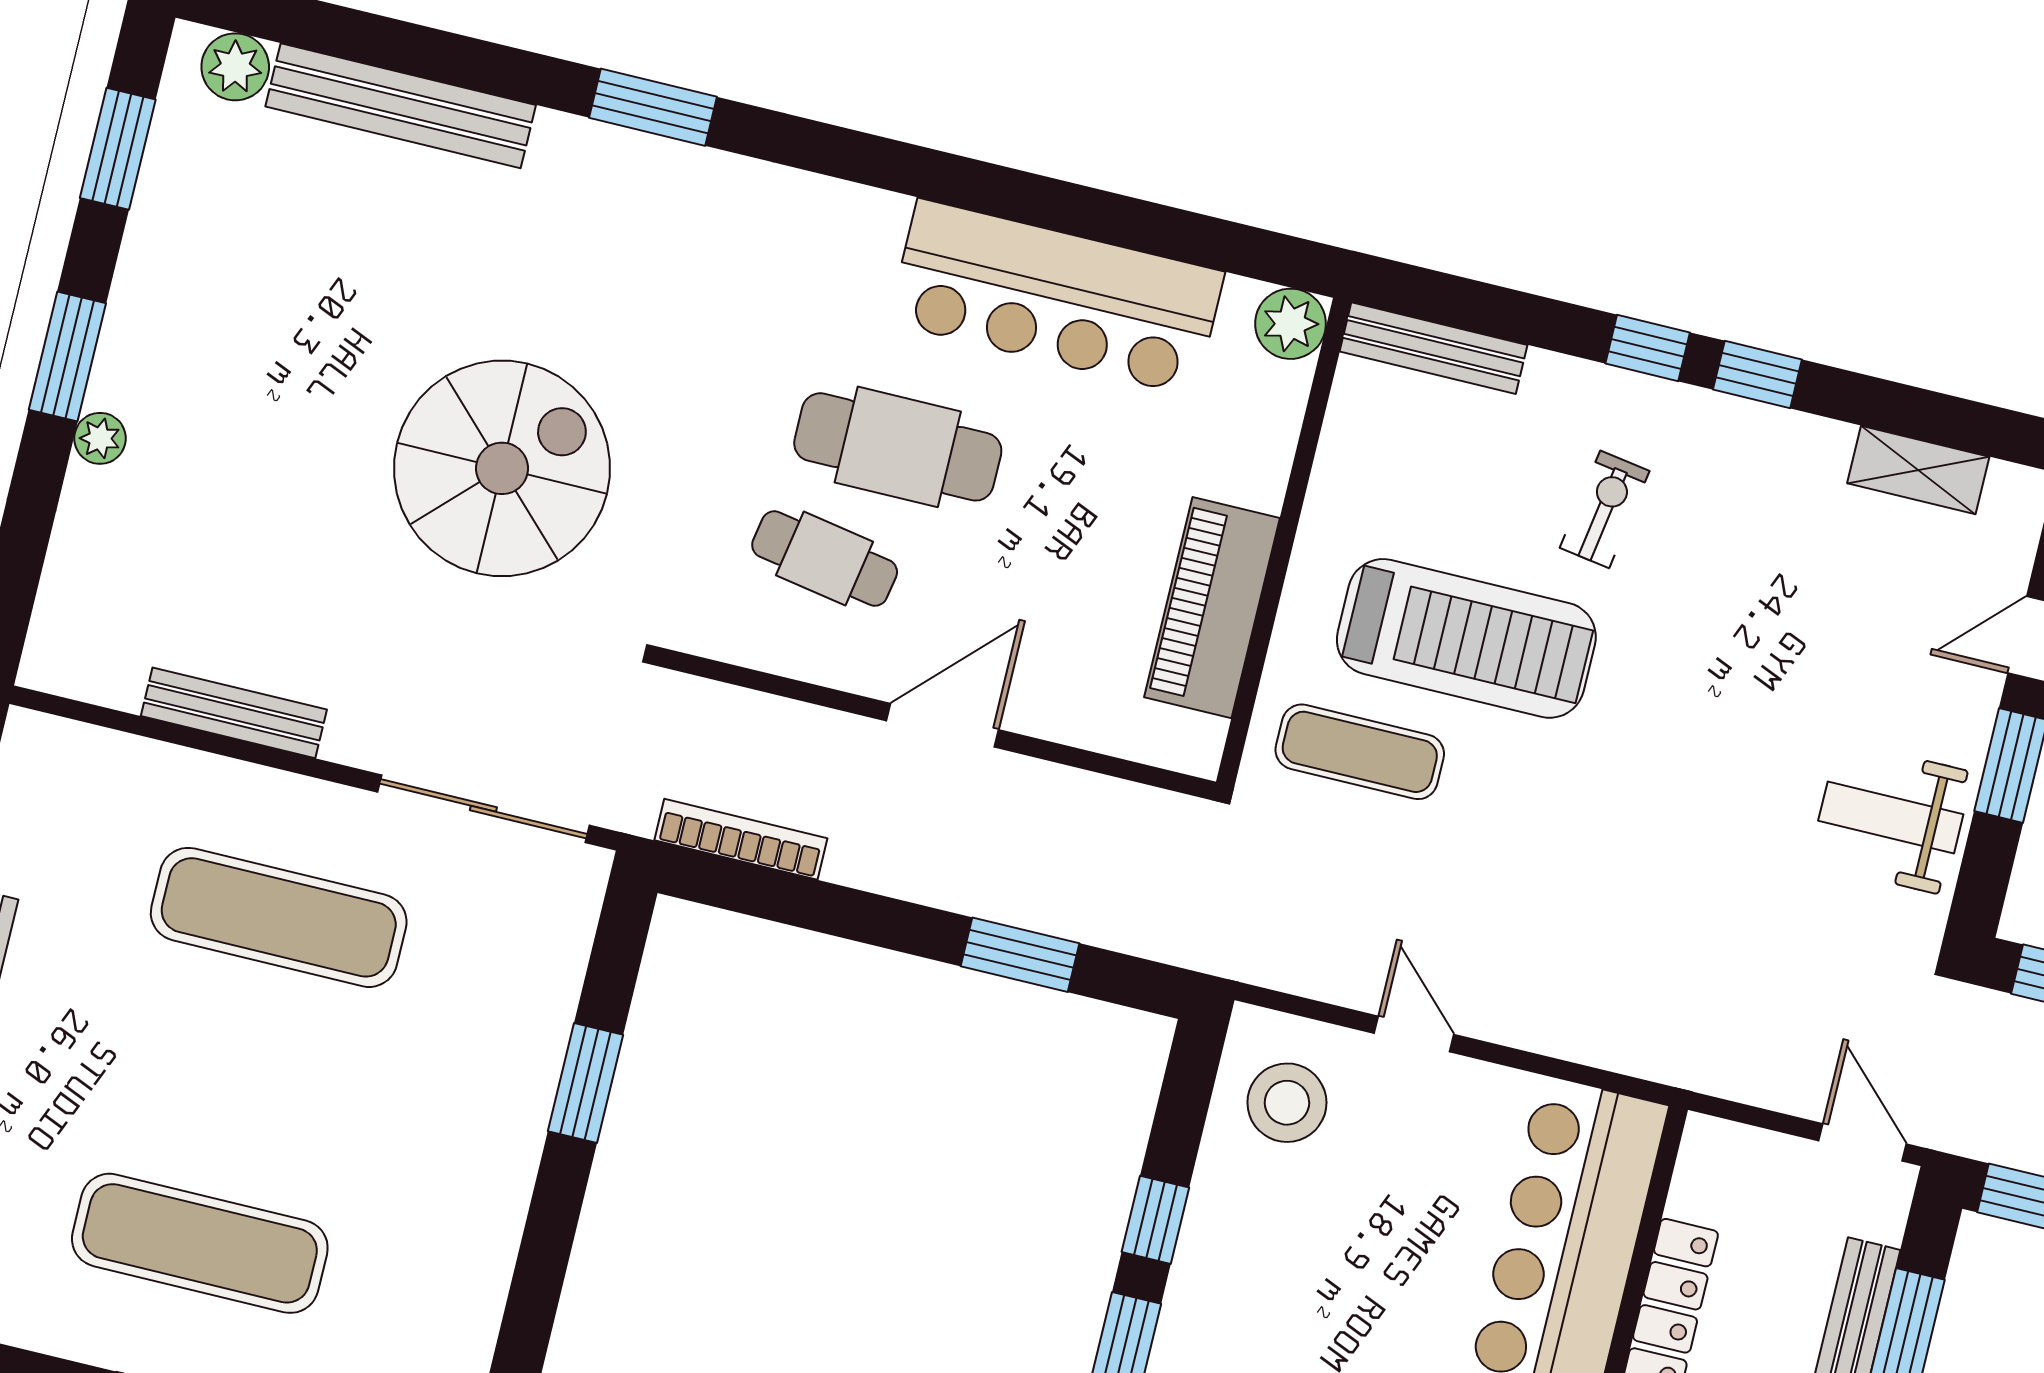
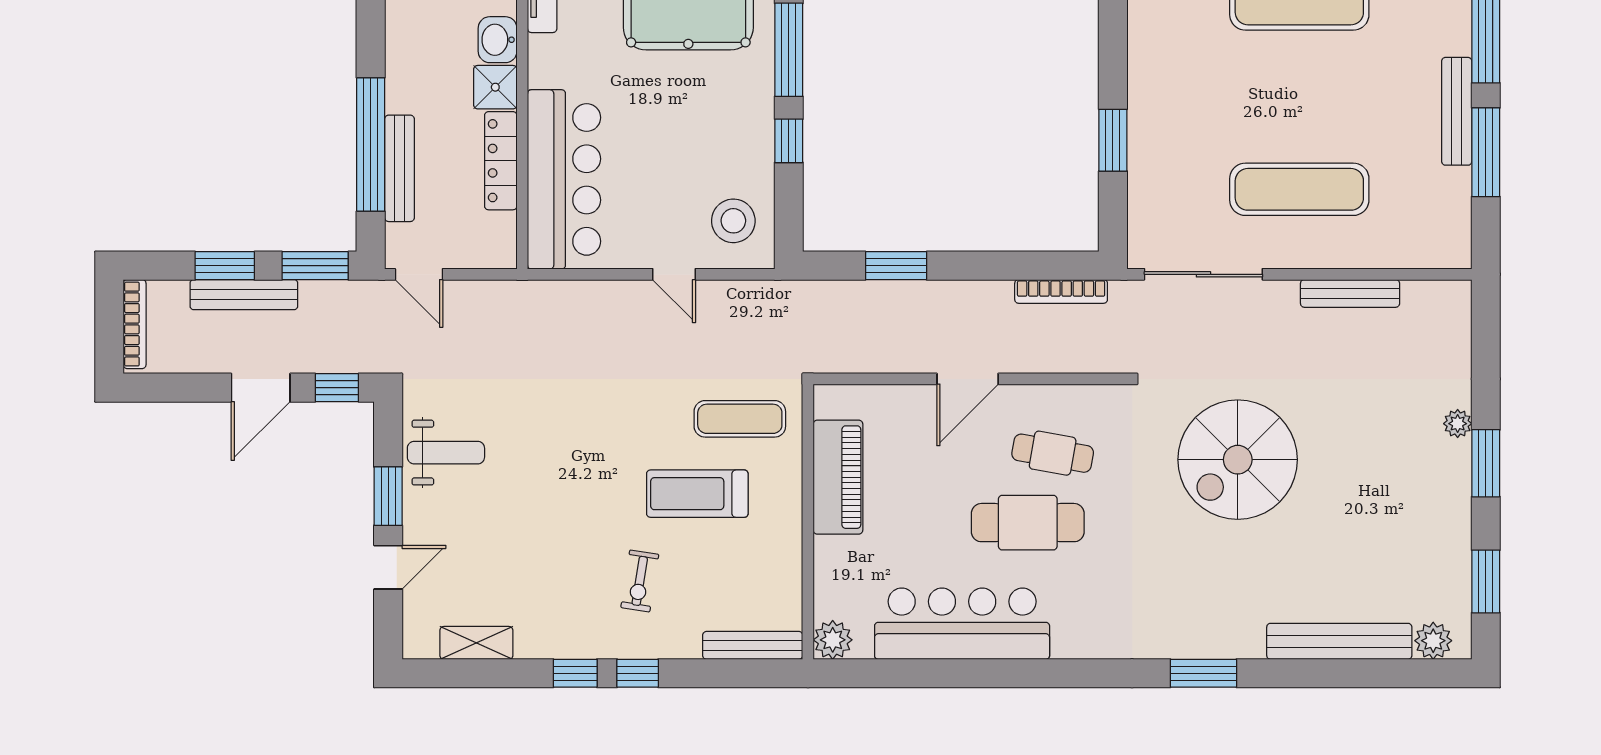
treadmill: (1466, 638) -> (697, 494), width x0.73, depth x0.73

